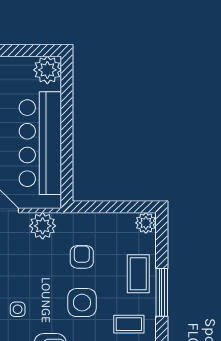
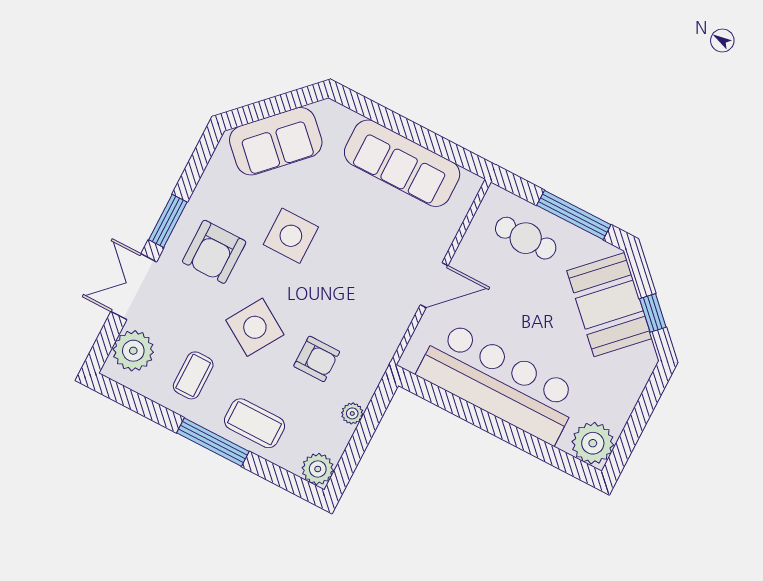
plant: (43, 226) -> (352, 413), moved, width x0.53, depth x0.53
side table: (82, 303) -> (255, 327), turned 32
side table: (18, 309) -> (291, 236), width x1.87, depth x1.87

